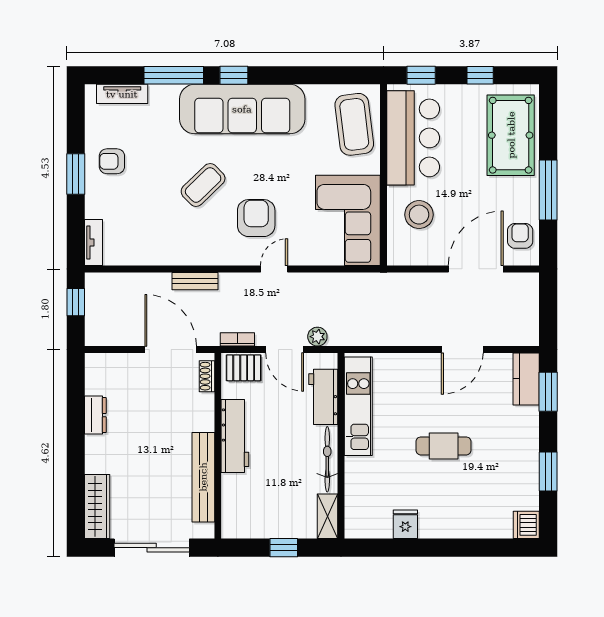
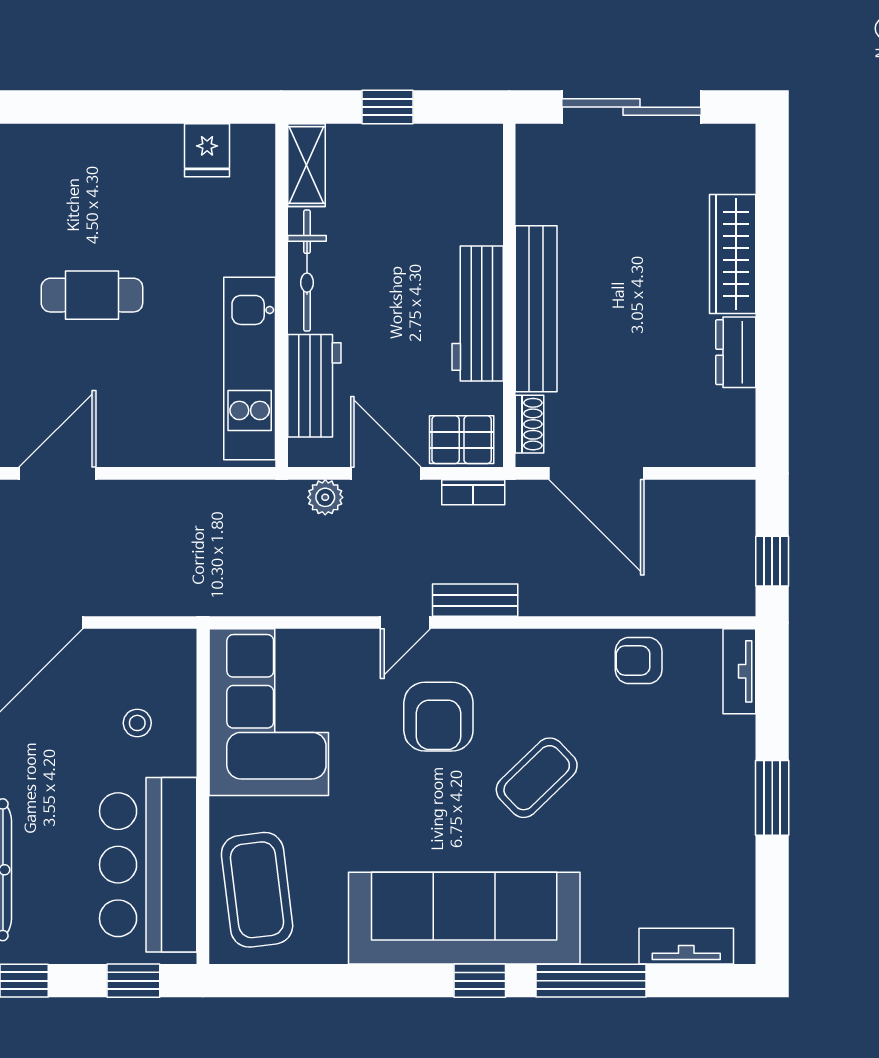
armchair: (112, 161) -> (639, 661), moved, turned 180
stool: (419, 215) -> (137, 723), width x0.53, depth x0.53
bench: (195, 281) -> (475, 600), moved
bench: (203, 477) -> (536, 309), moved
wardrobe: (97, 506) -> (733, 254), moved
fridge: (405, 524) -> (207, 150), moved

